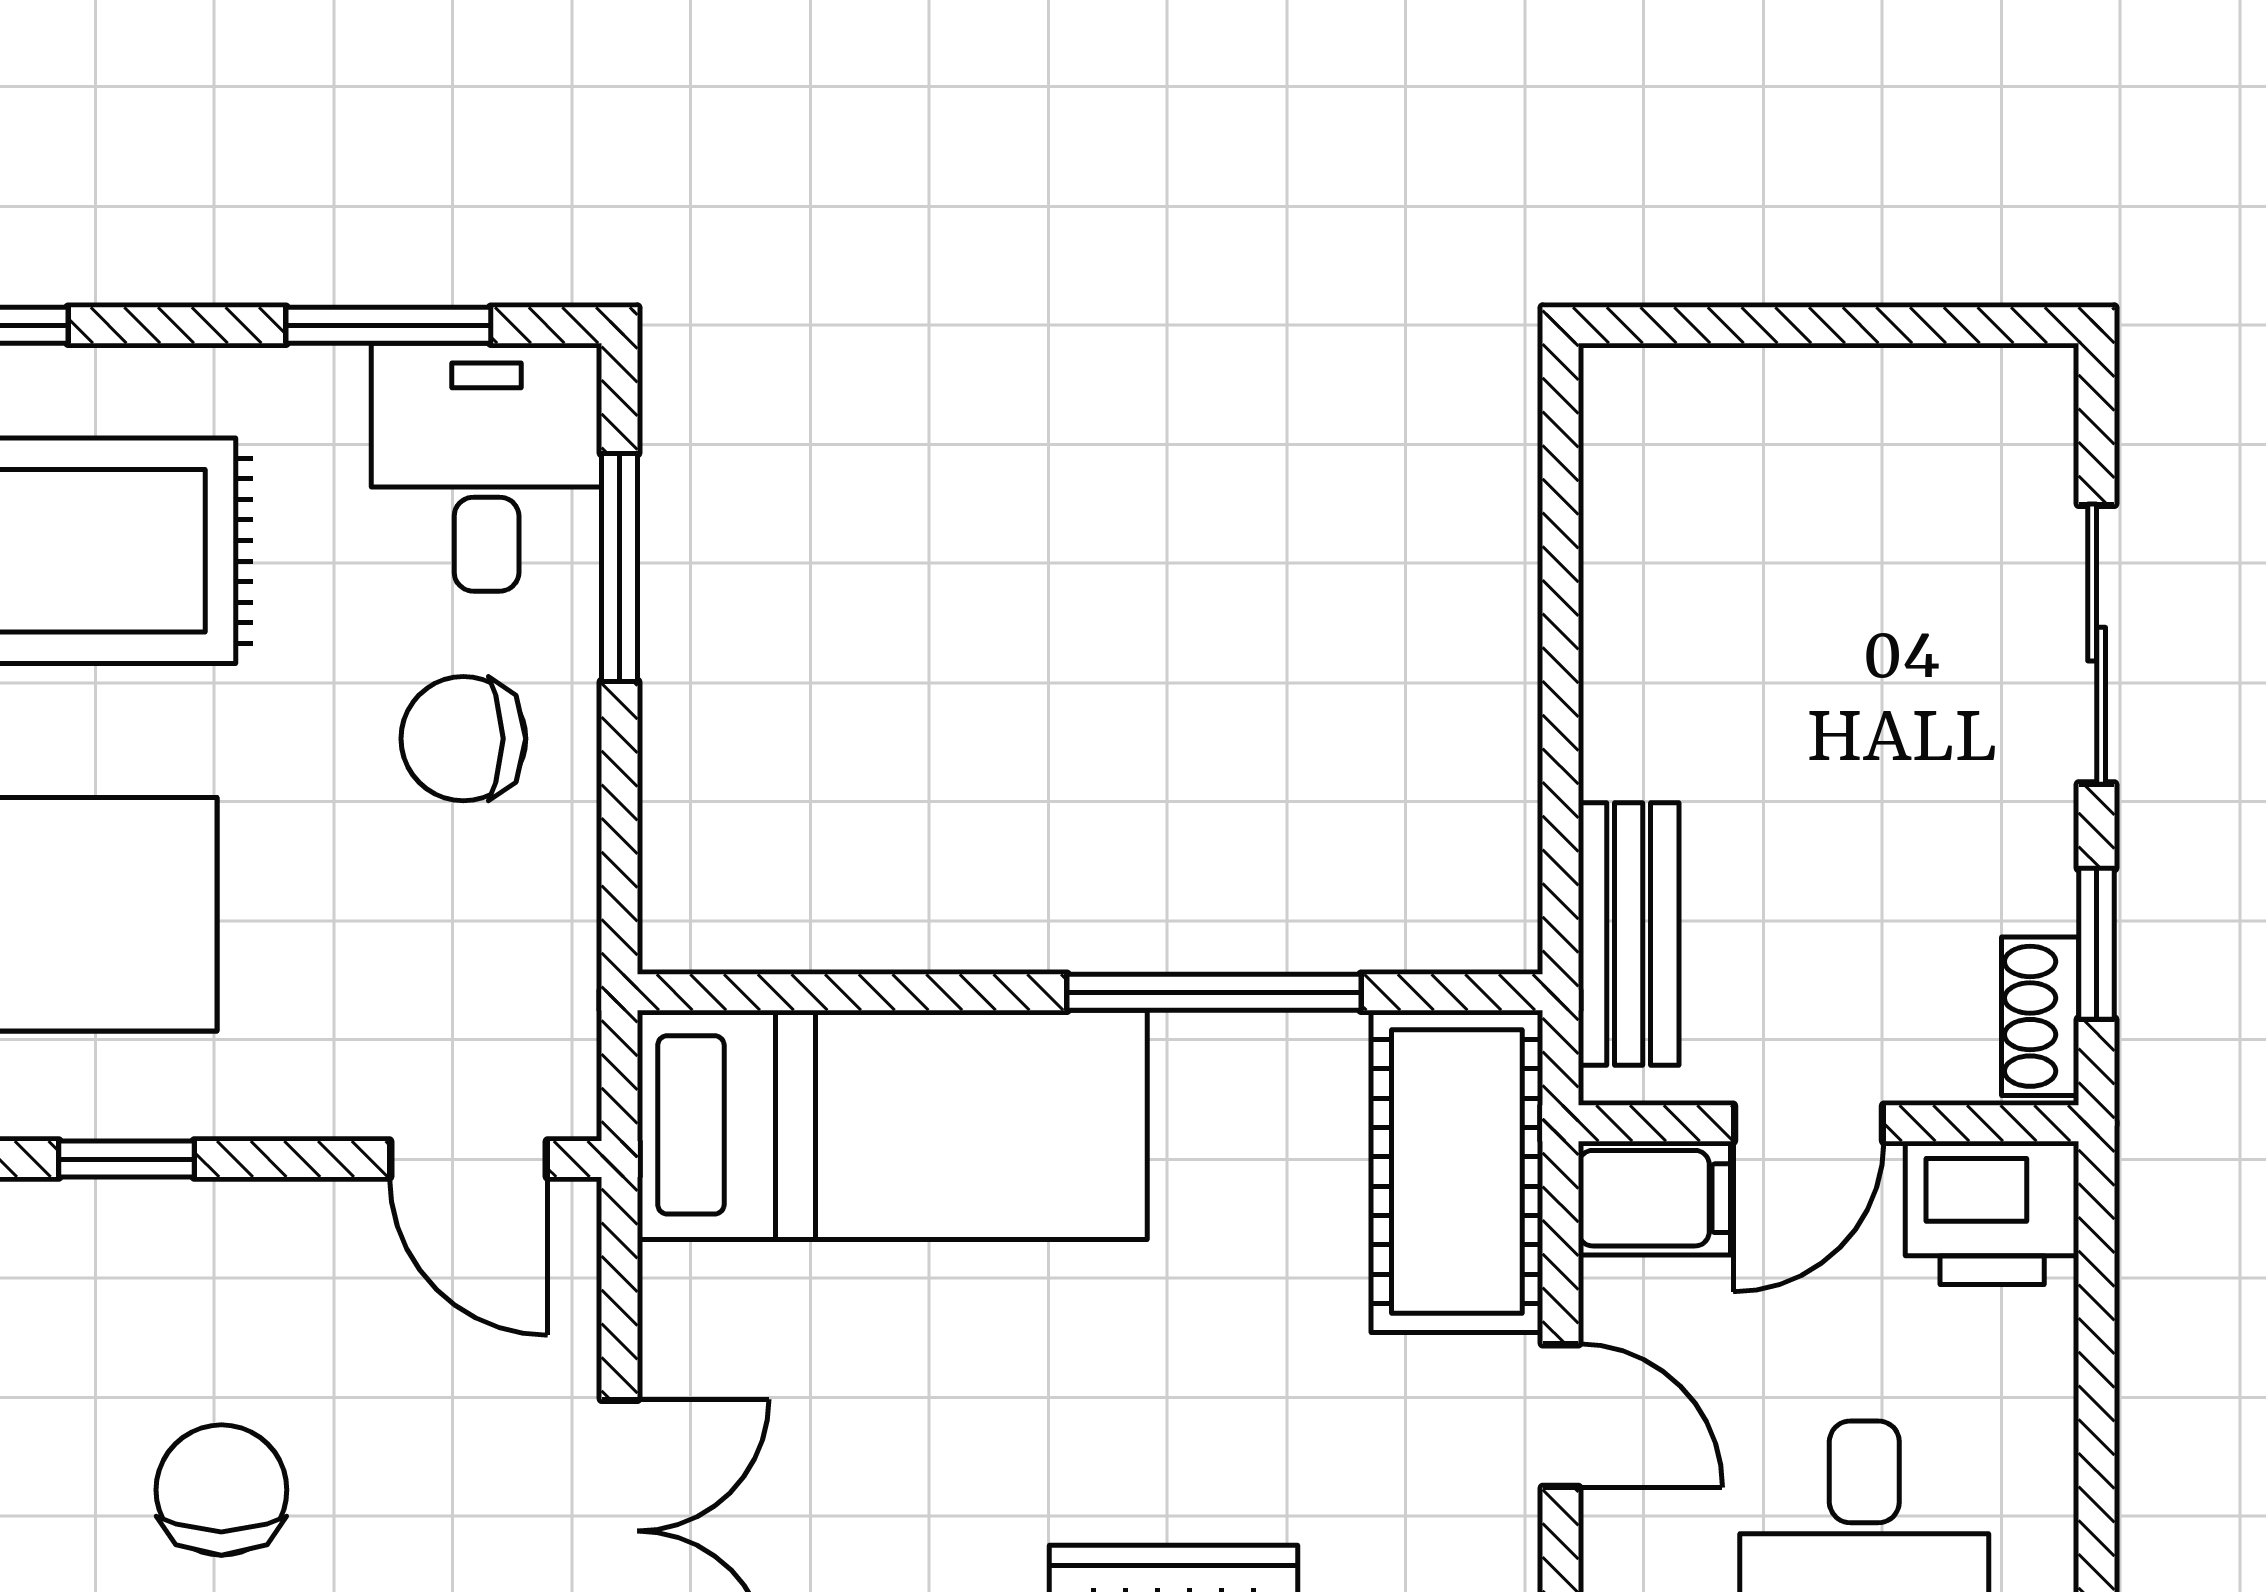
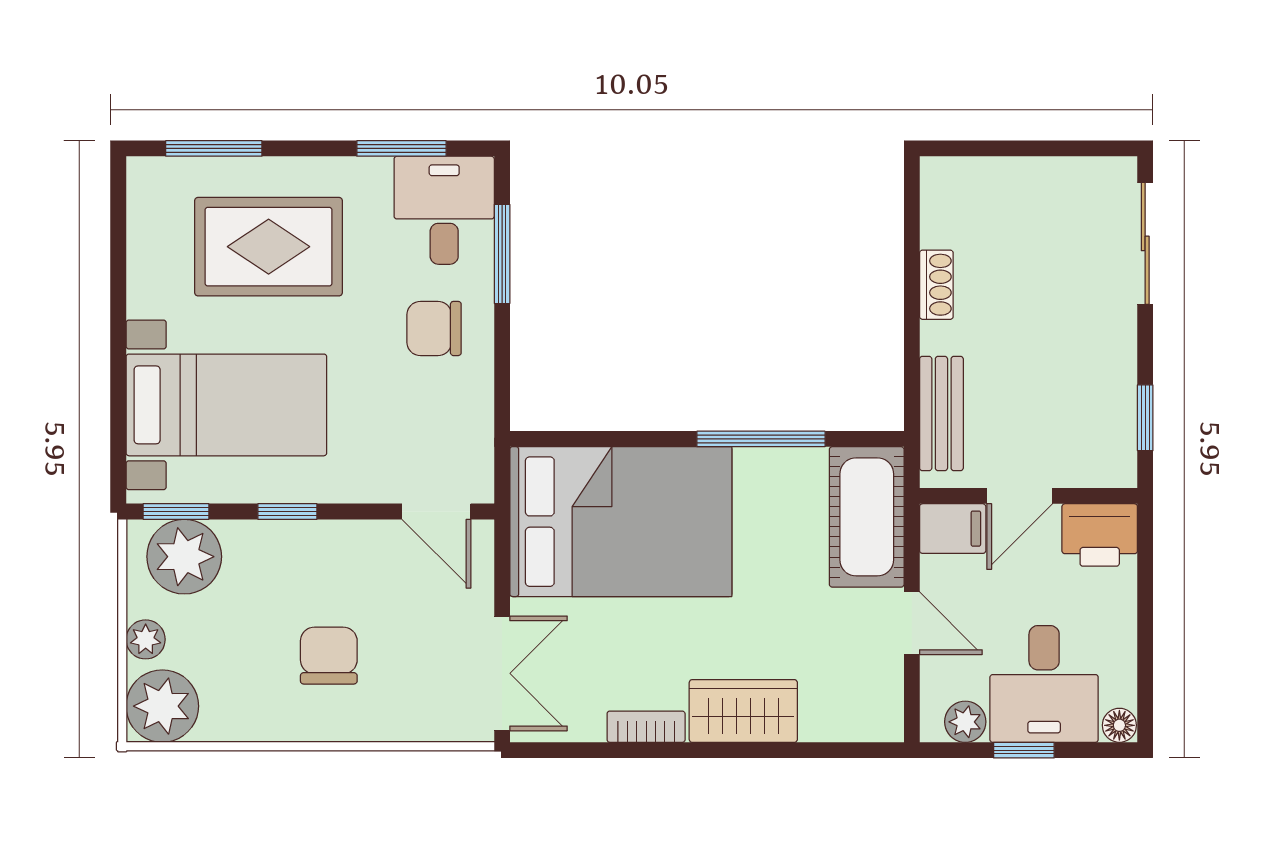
sliding door: (2097, 644) -> (1145, 243), moved
shoe rack: (2040, 1016) -> (936, 285), moved, turned 180
bed: (892, 1125) -> (621, 522), width x1.50

